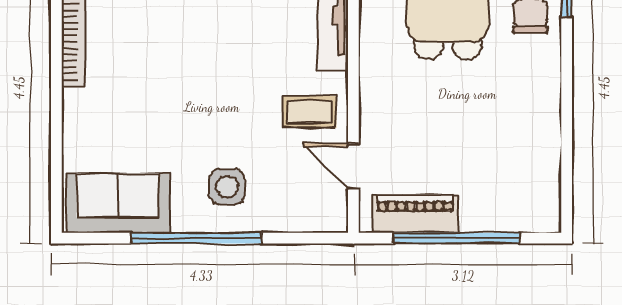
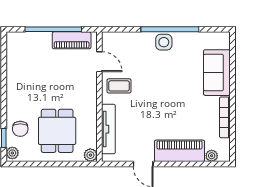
side table: (227, 187) -> (164, 42), moved
sofa: (118, 203) -> (217, 73), moved, turned 90

